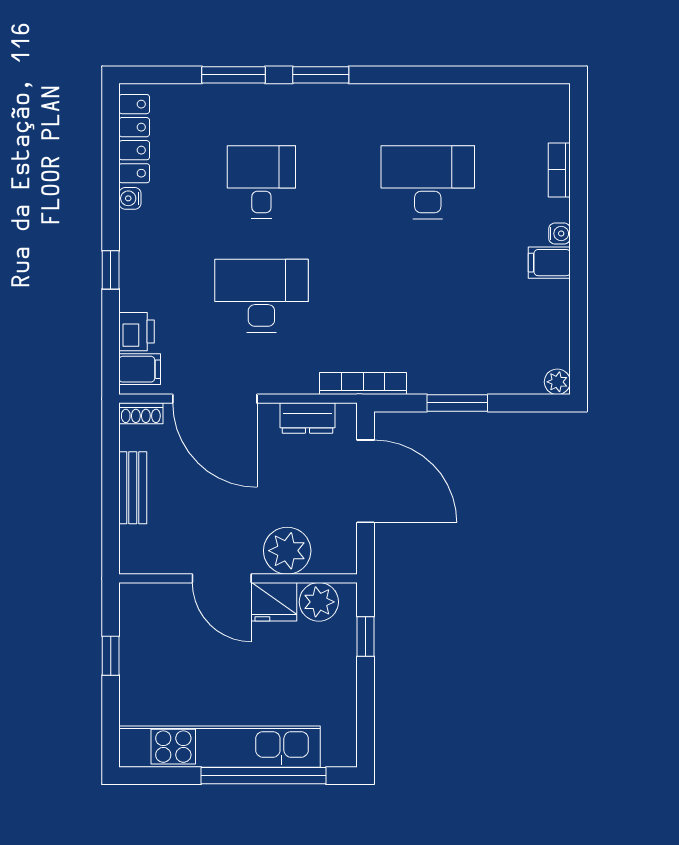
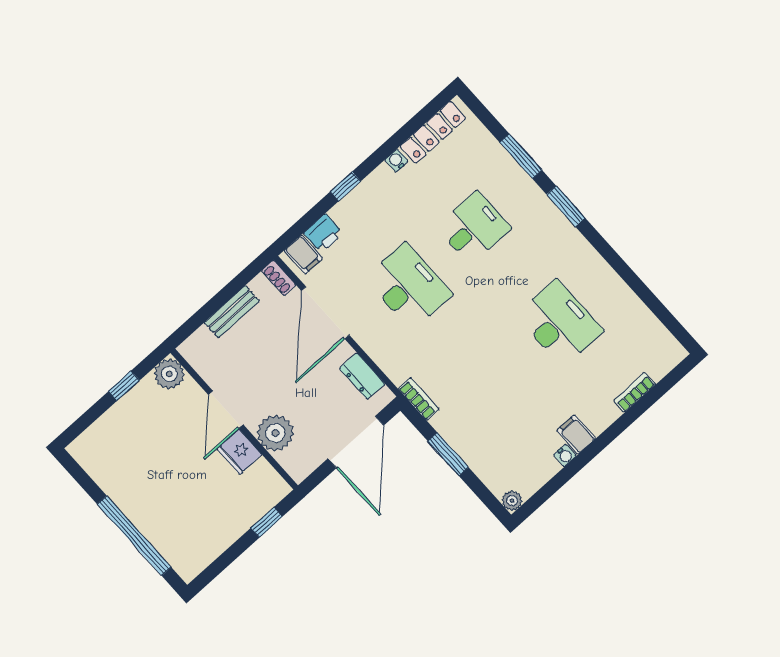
water cooler: (559, 234) -> (565, 455), moved
bookcase: (363, 384) -> (419, 399), width x0.64
plant: (319, 602) -> (169, 374), moved
kitchen unit: (220, 747) -> (128, 495), removed

